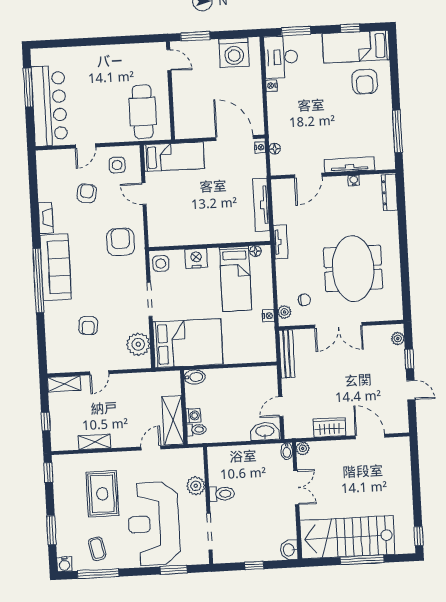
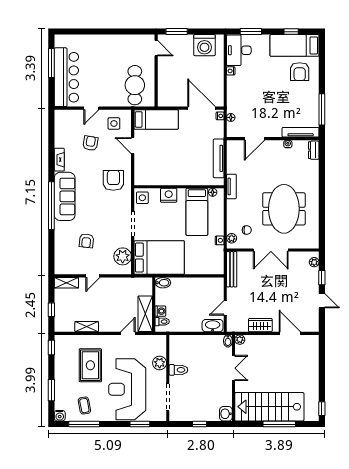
tv unit: (350, 165) -> (301, 132), moved
dresser: (390, 193) -> (314, 150), width x0.70

